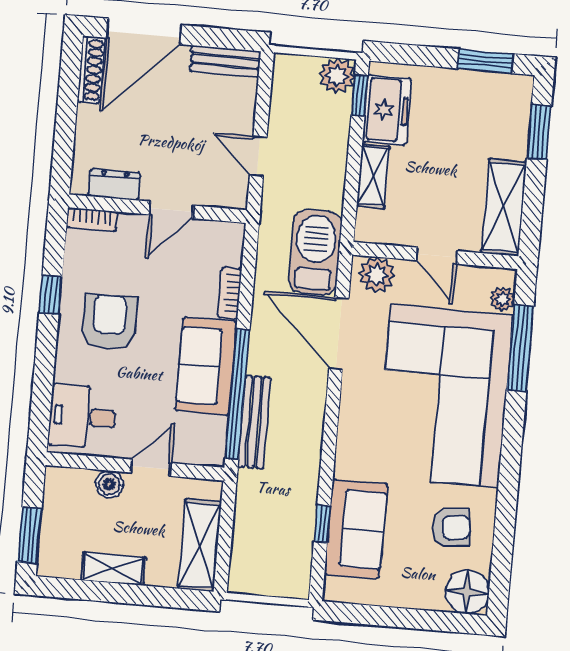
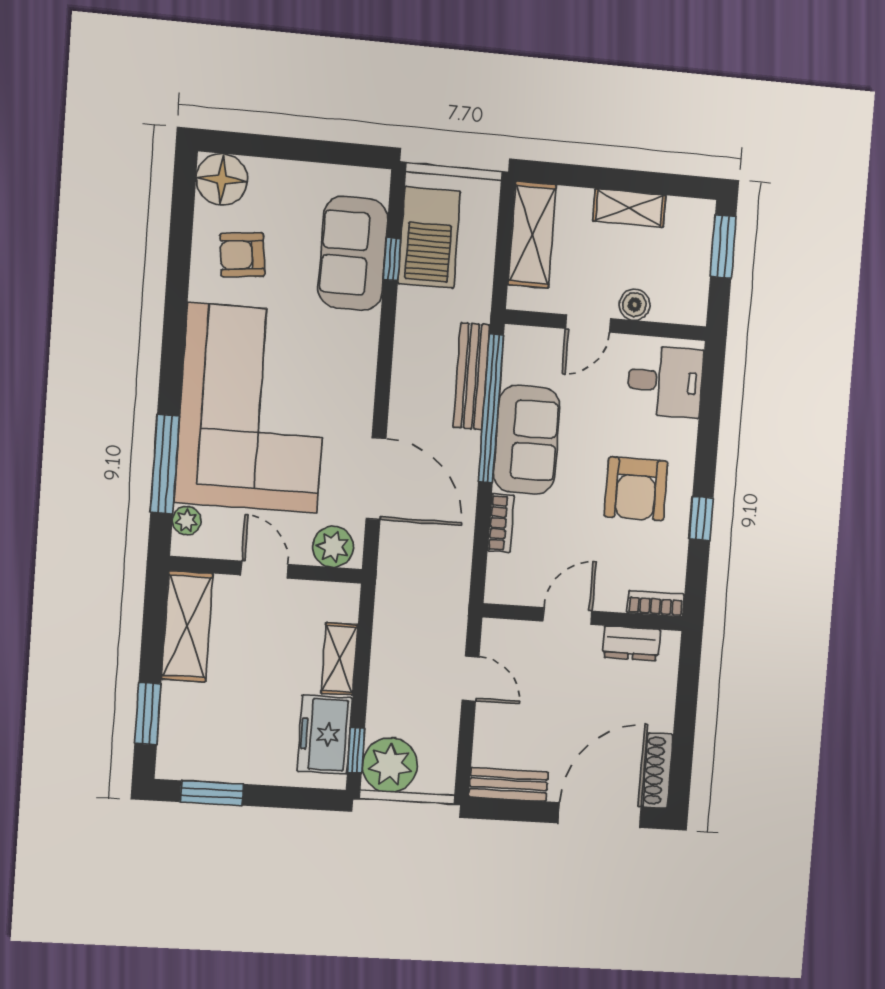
plant: (337, 76) -> (390, 765), width x1.36, depth x1.36
barbecue: (315, 252) -> (429, 237), moved

